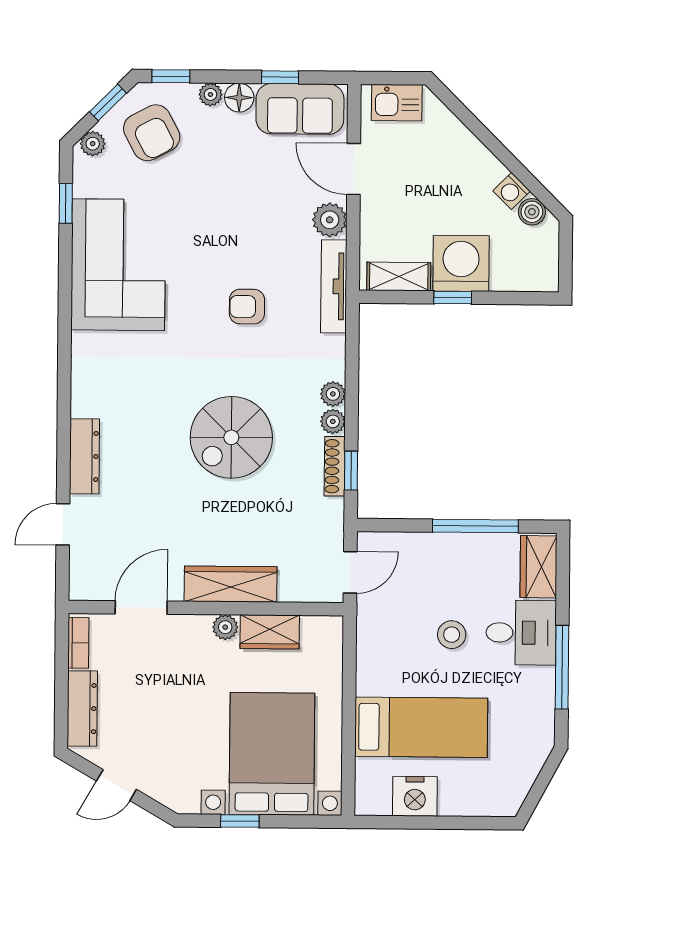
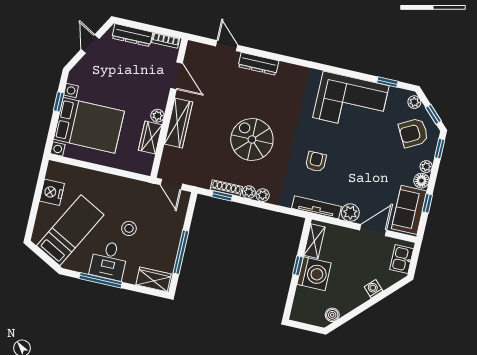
washing machine: (511, 191) -> (374, 289), moved
desk: (521, 633) -> (109, 260), moved
bed: (421, 727) -> (70, 230), moved, turned -152

